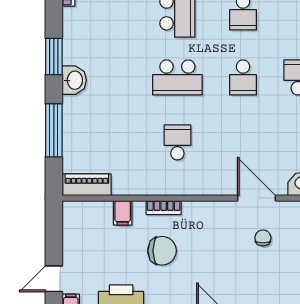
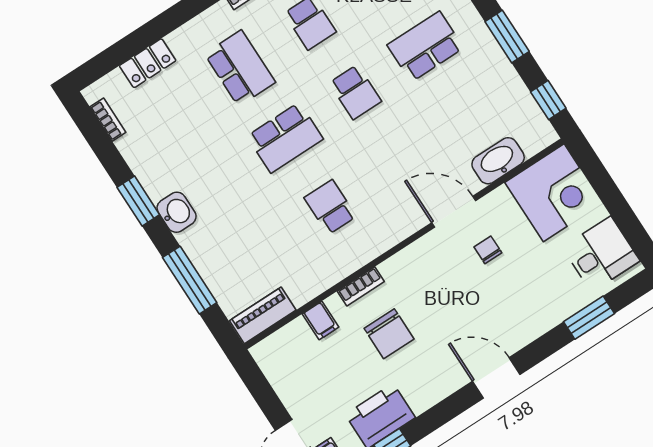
chair: (162, 251) -> (389, 334), turned 90

